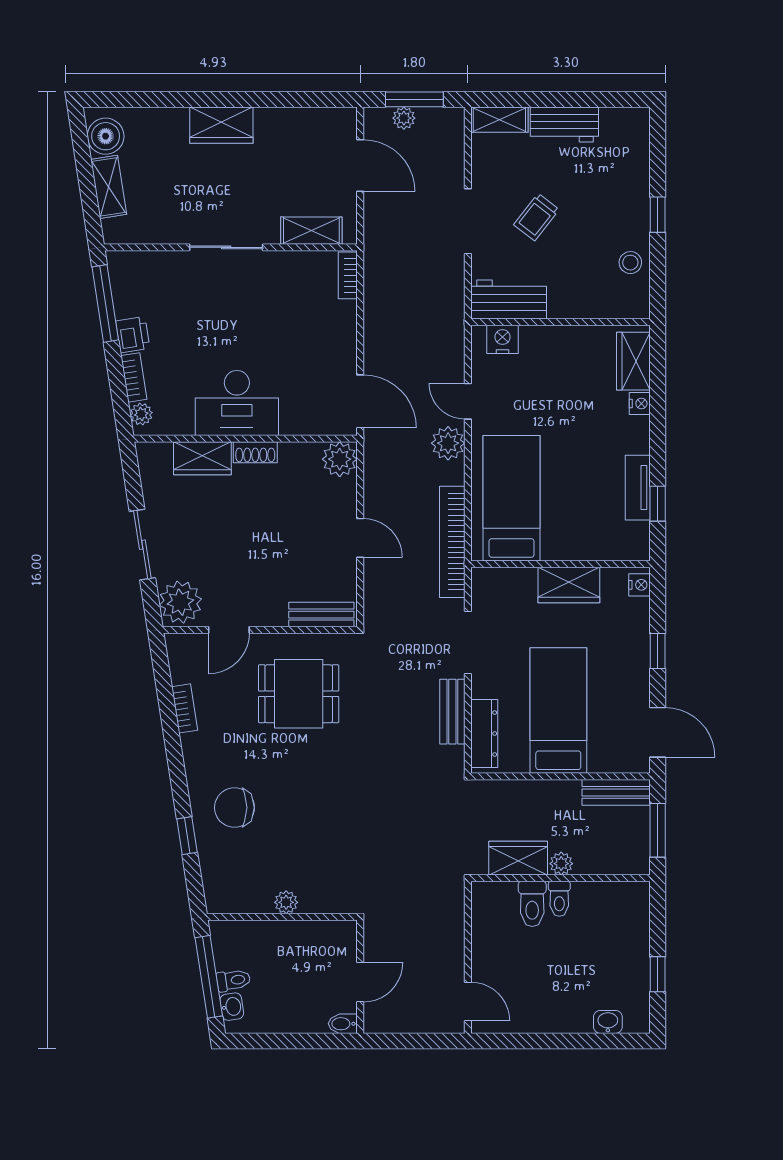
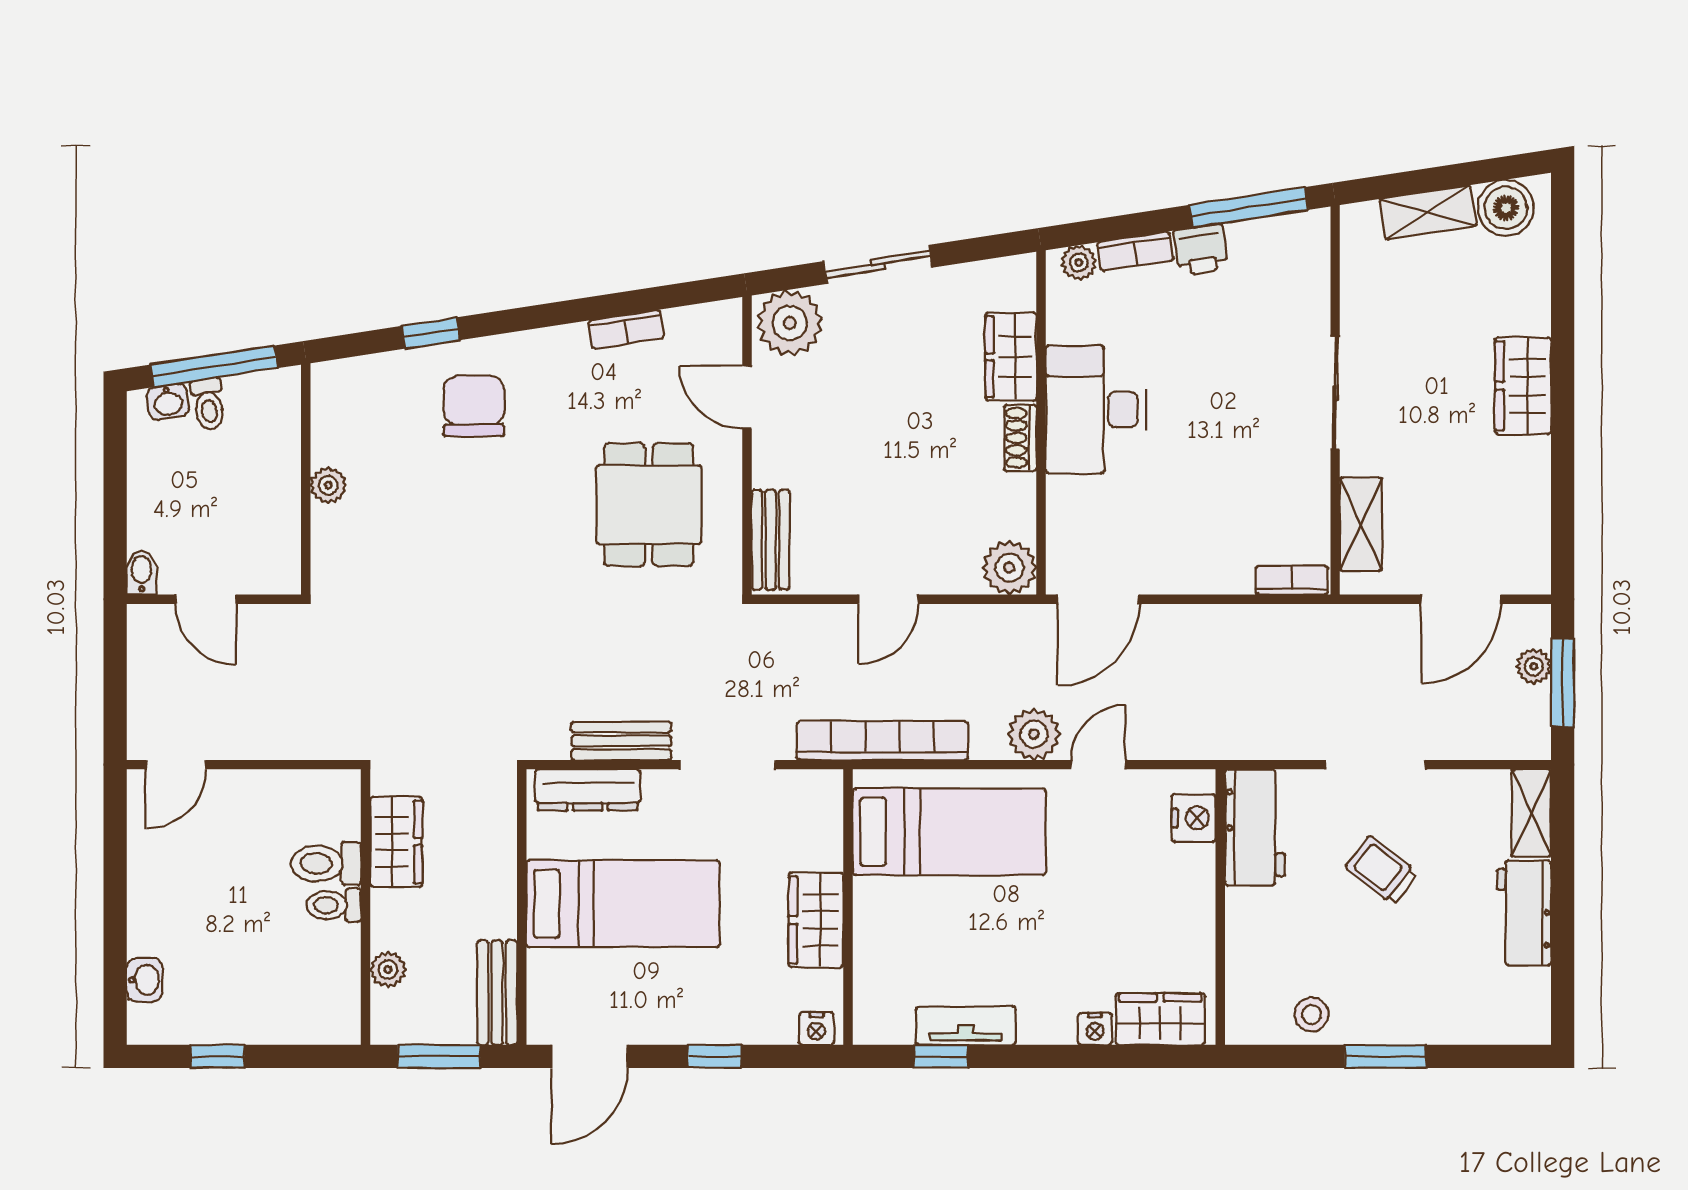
window: (658, 215) -> (1385, 1056), width x1.50
plant: (561, 864) -> (388, 970), moved

